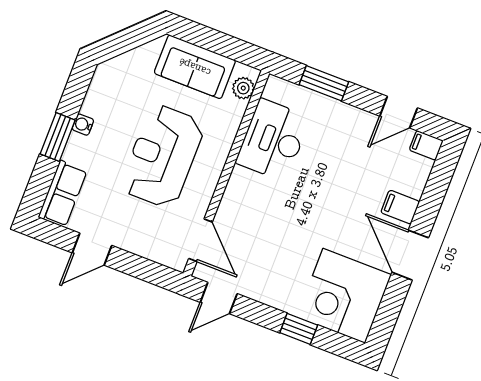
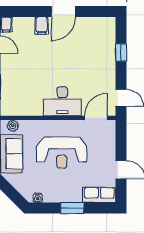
water cooler: (83, 125) -> (38, 198), moved
desk: (273, 140) -> (62, 101), moved
corner desk: (344, 296) -> (96, 36), removed

